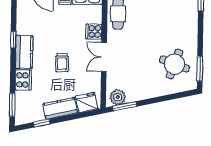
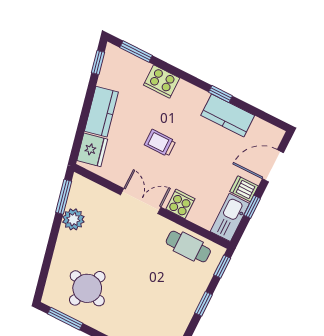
kitchen counter: (24, 52) -> (228, 115), moved
plant: (118, 97) -> (73, 219), moved
window: (42, 123) -> (98, 62), moved

